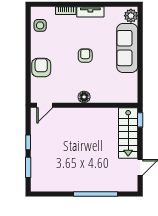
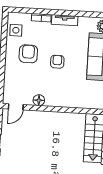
armchair: (41, 68) -> (28, 54), moved
floor lamp: (84, 97) -> (39, 100), moved

